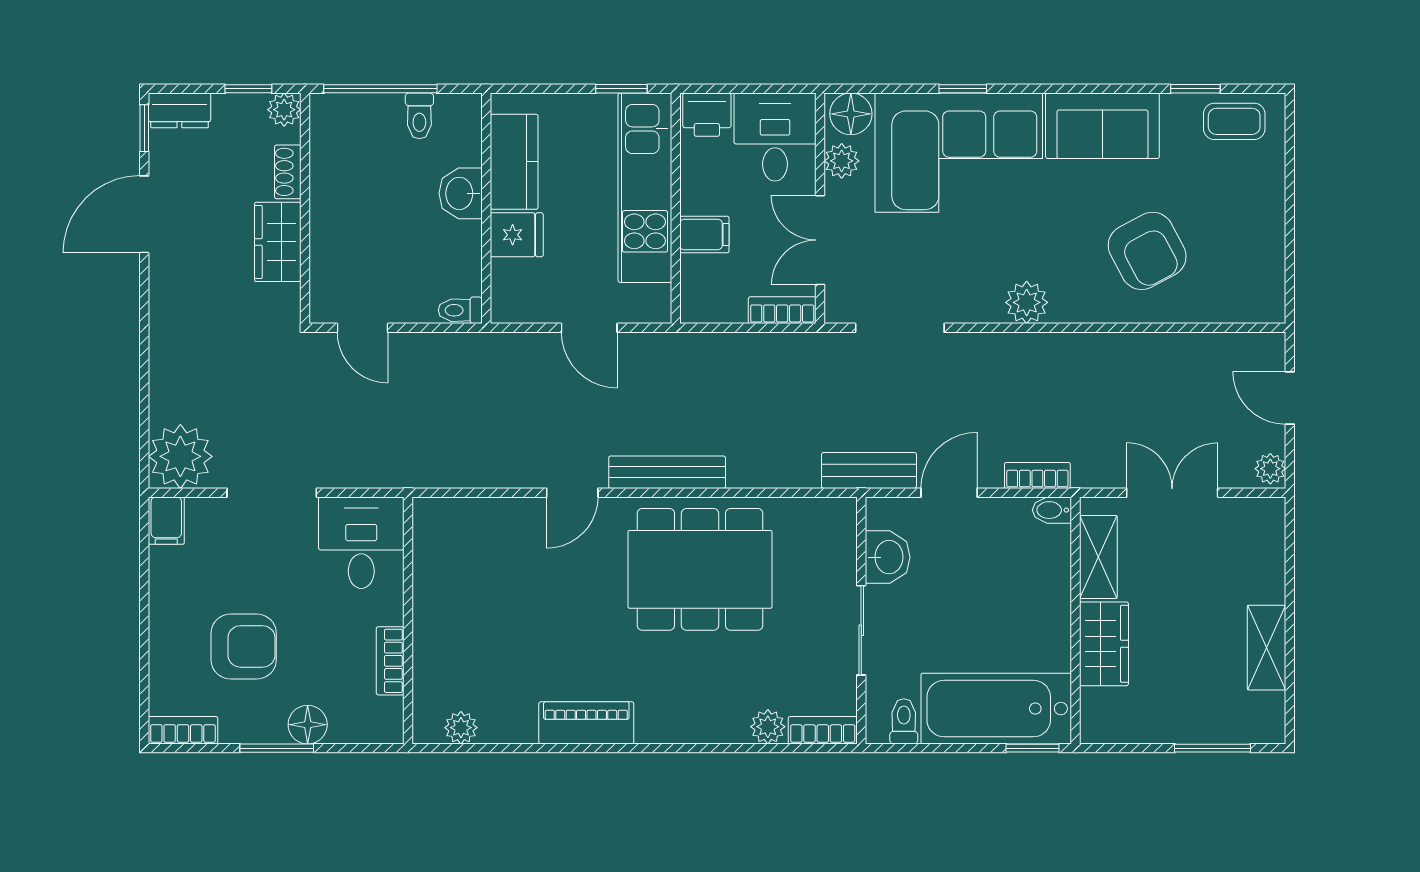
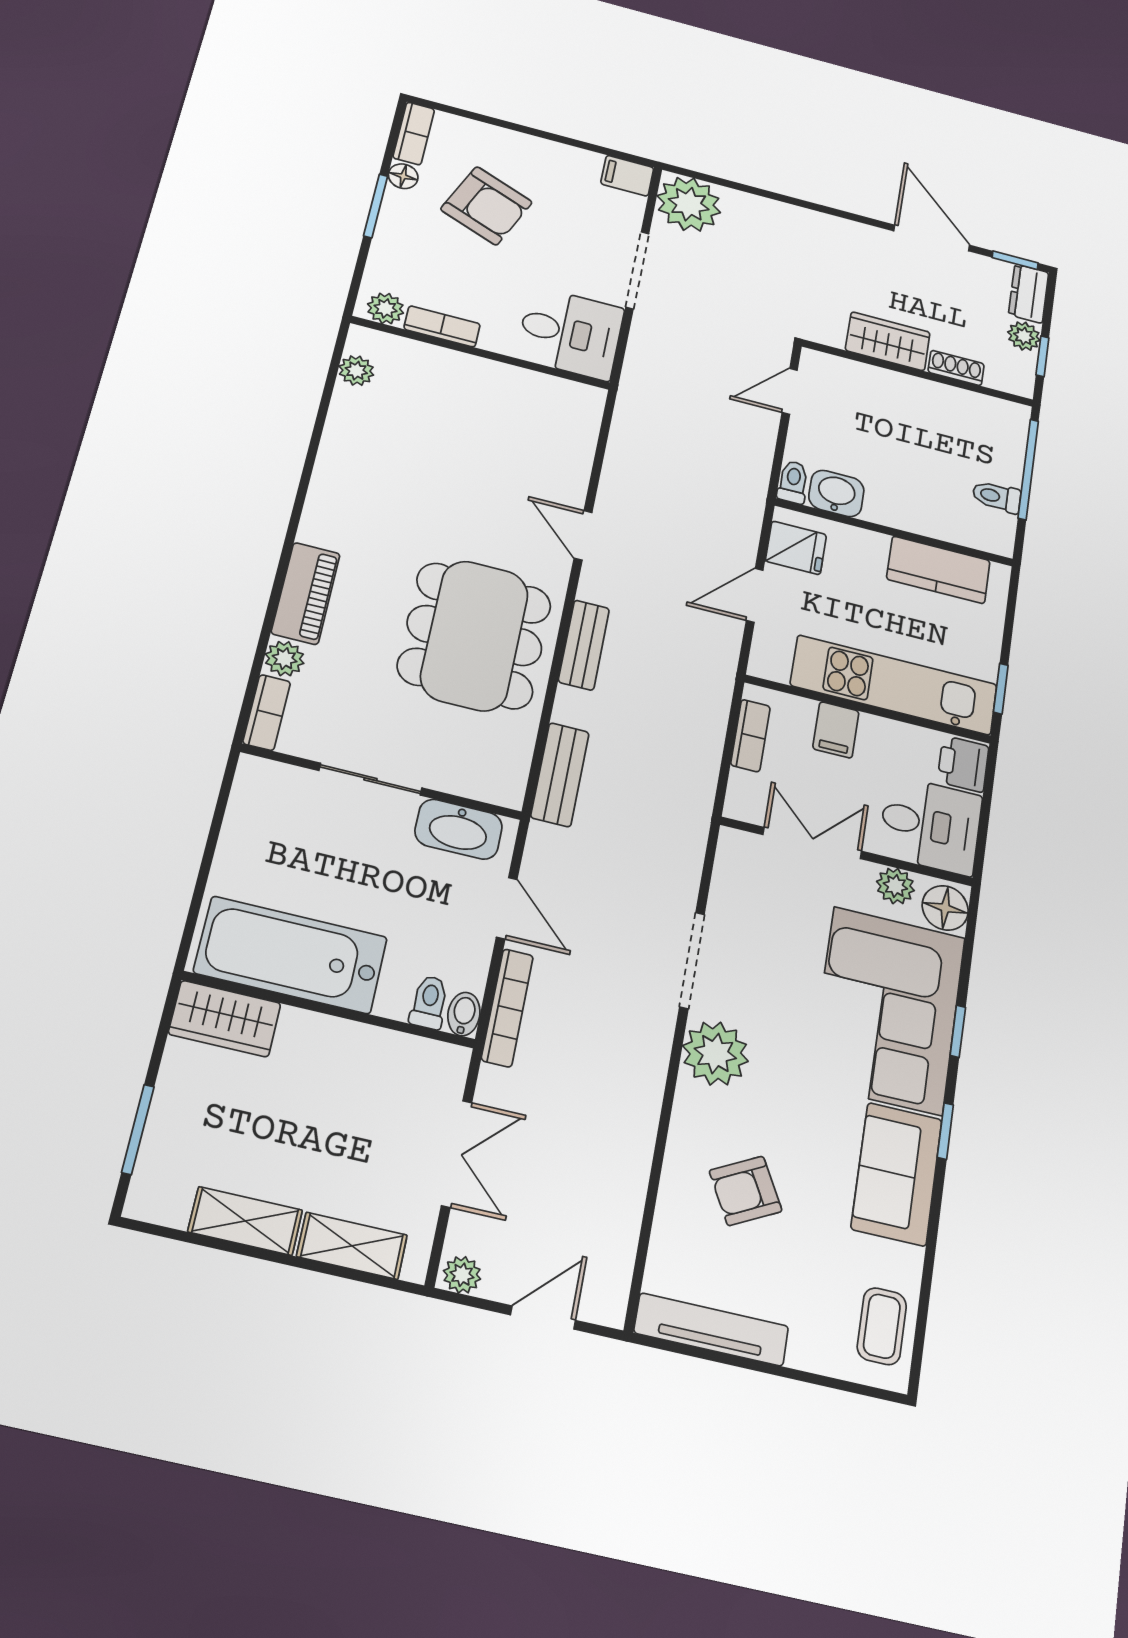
window: (1195, 89) -> (945, 1131), moved
plant: (284, 110) -> (1024, 336), moved
washbasin: (461, 193) -> (836, 493), moved
fridge: (517, 235) -> (796, 548), moved, turned -90
armchair: (1147, 251) -> (746, 1191), width x0.72, depth x0.72
tv unit: (1269, 261) -> (711, 1330), added
plant: (1027, 302) -> (715, 1053), width x1.36, depth x1.36
bookcase: (782, 310) -> (750, 736), moved
doorway: (900, 328) -> (692, 960), moved
bench: (869, 470) -> (560, 775), moved
bench: (667, 472) -> (584, 645), width x0.73
bookcase: (1037, 475) -> (507, 1008), width x1.56
washbasin: (888, 557) -> (459, 829), width x1.38
shelving: (1098, 557) -> (352, 1246), moved
wardrobe: (1104, 644) -> (225, 1019), moved
armchair: (244, 646) -> (486, 206), turned -68
bathtub: (996, 709) -> (291, 955), moved, turned -90
plant: (387, 716) -> (386, 308), added
toilet: (904, 721) -> (429, 1002), moved, turned -90
piano: (586, 723) -> (306, 593), moved
floor lamp: (308, 725) -> (403, 176), moved, width x0.73, depth x0.73
window: (1033, 748) -> (190, 927), removed

